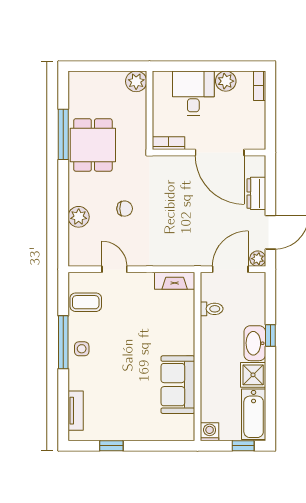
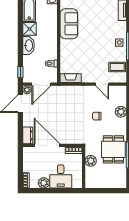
plant: (136, 81) -> (91, 161), moved
dresser: (256, 193) -> (28, 135), moved
window: (270, 336) -> (20, 72), moved

